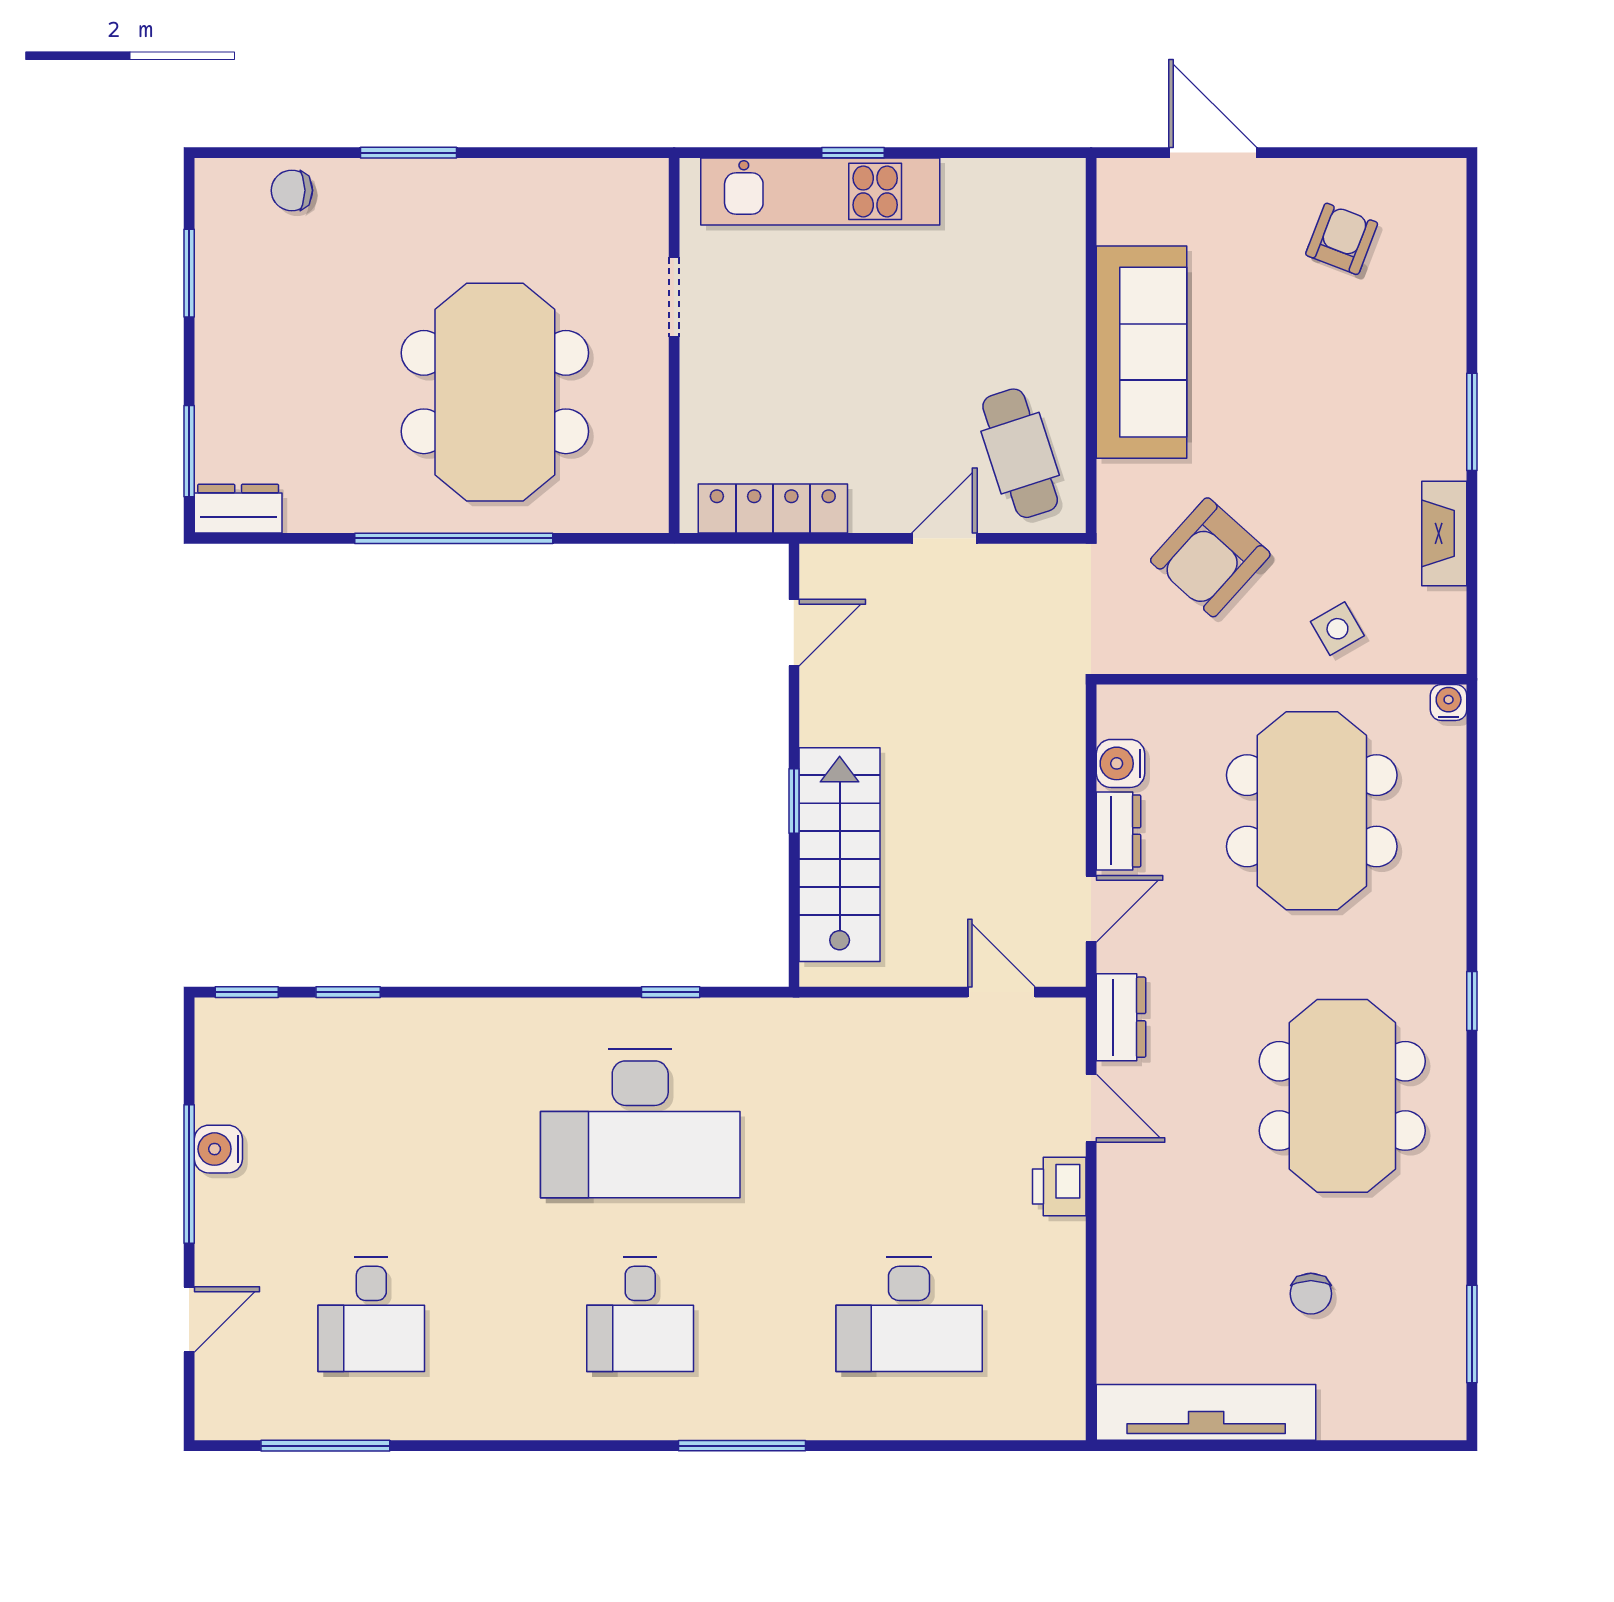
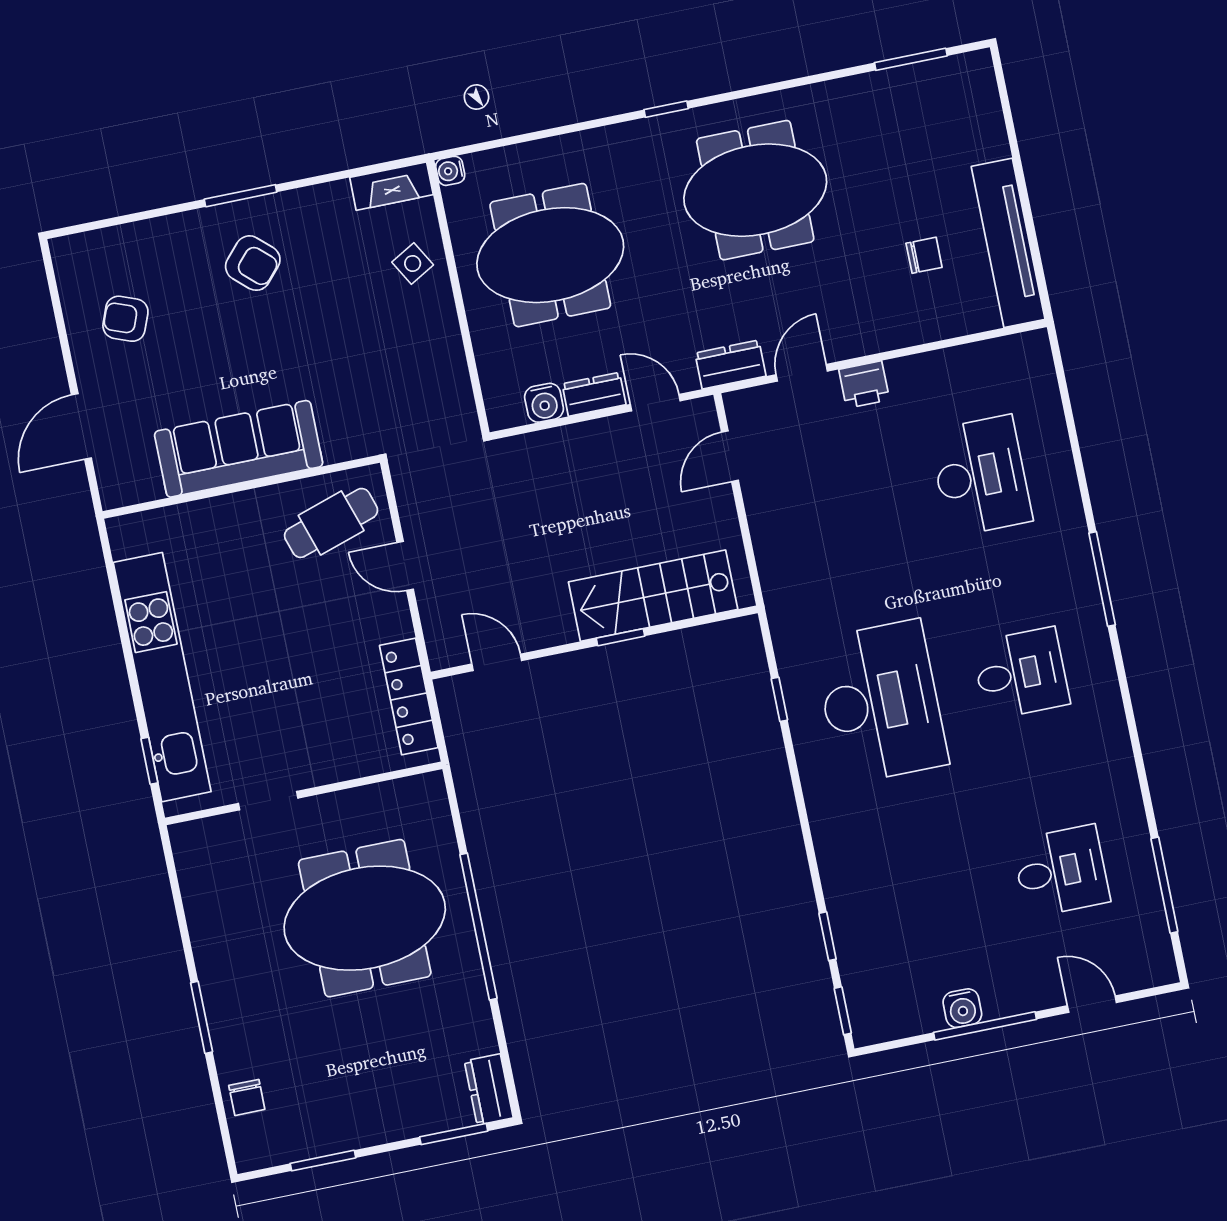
window: (853, 153) -> (149, 761), moved
kitchen unit: (820, 191) -> (162, 677), width x1.36
fireplace: (1444, 533) -> (391, 186), moved
armchair: (1210, 557) -> (253, 263), moved, width x0.72, depth x0.72
chair: (1311, 1294) -> (924, 255), moved

